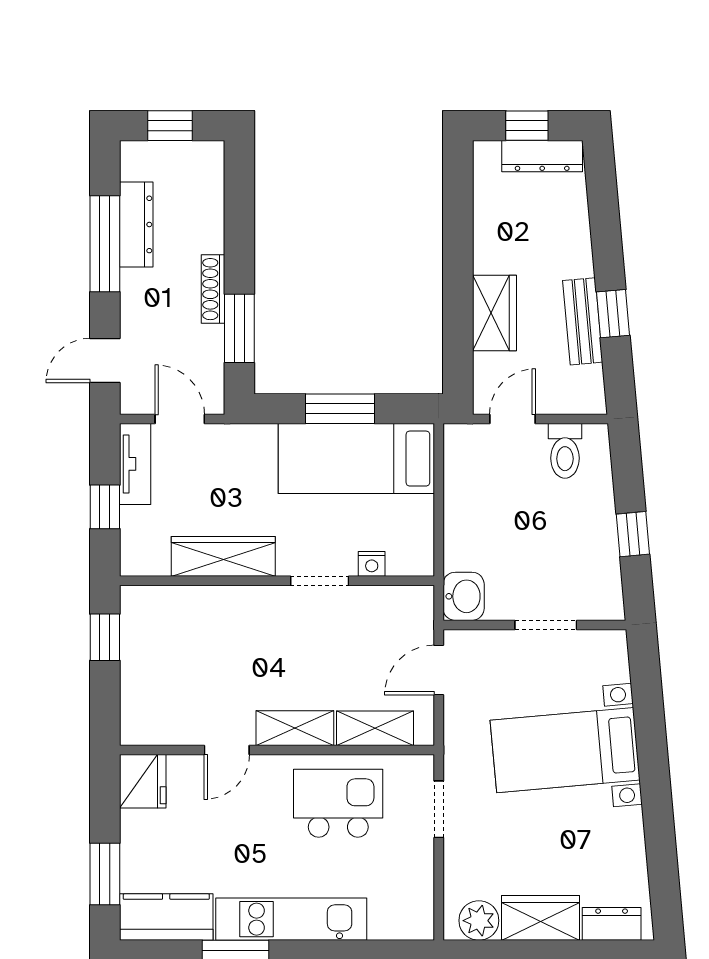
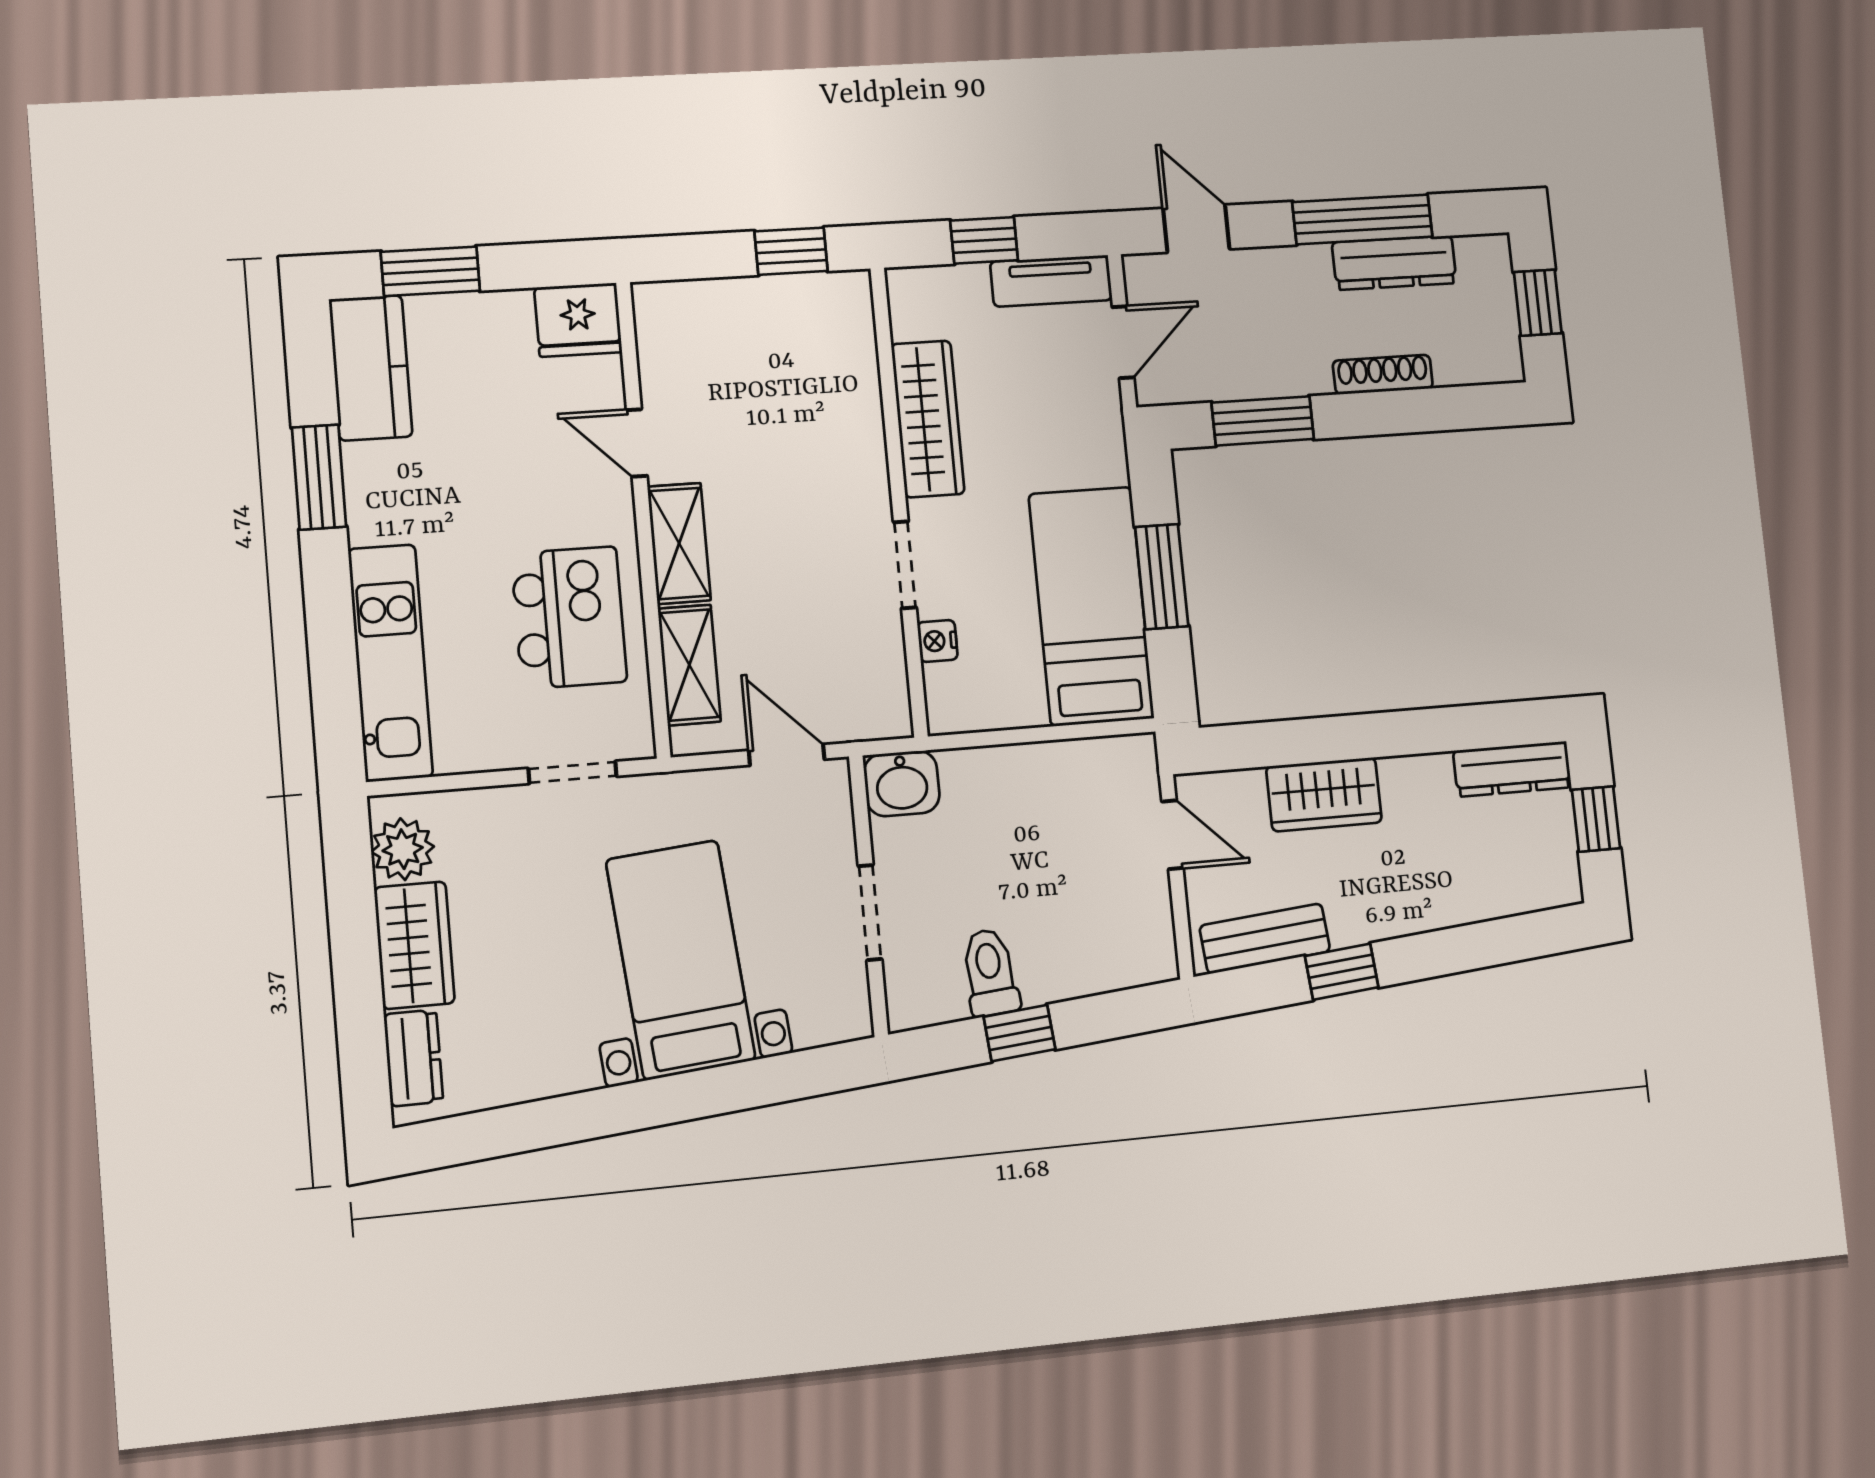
dresser: (542, 156) -> (1512, 769), moved, turned -90
shoe rack: (213, 289) -> (1383, 375), moved
bench: (583, 321) -> (1265, 939), moved
toilet: (565, 451) -> (990, 972), moved, turned 85
kitchen unit: (291, 919) -> (390, 663), moved

